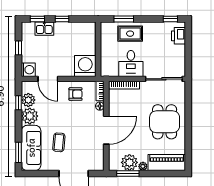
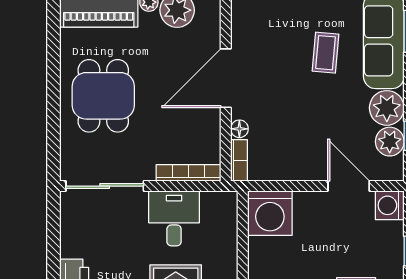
armchair: (76, 94) -> (290, 154), removed

